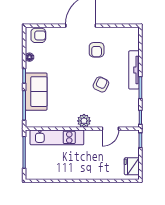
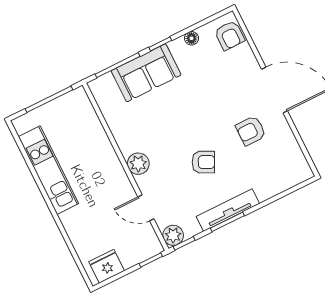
tv unit: (134, 70) -> (228, 210), moved
plant: (133, 121) -> (173, 235), added
kitchen unit: (57, 137) -> (48, 170), moved, turned 180

